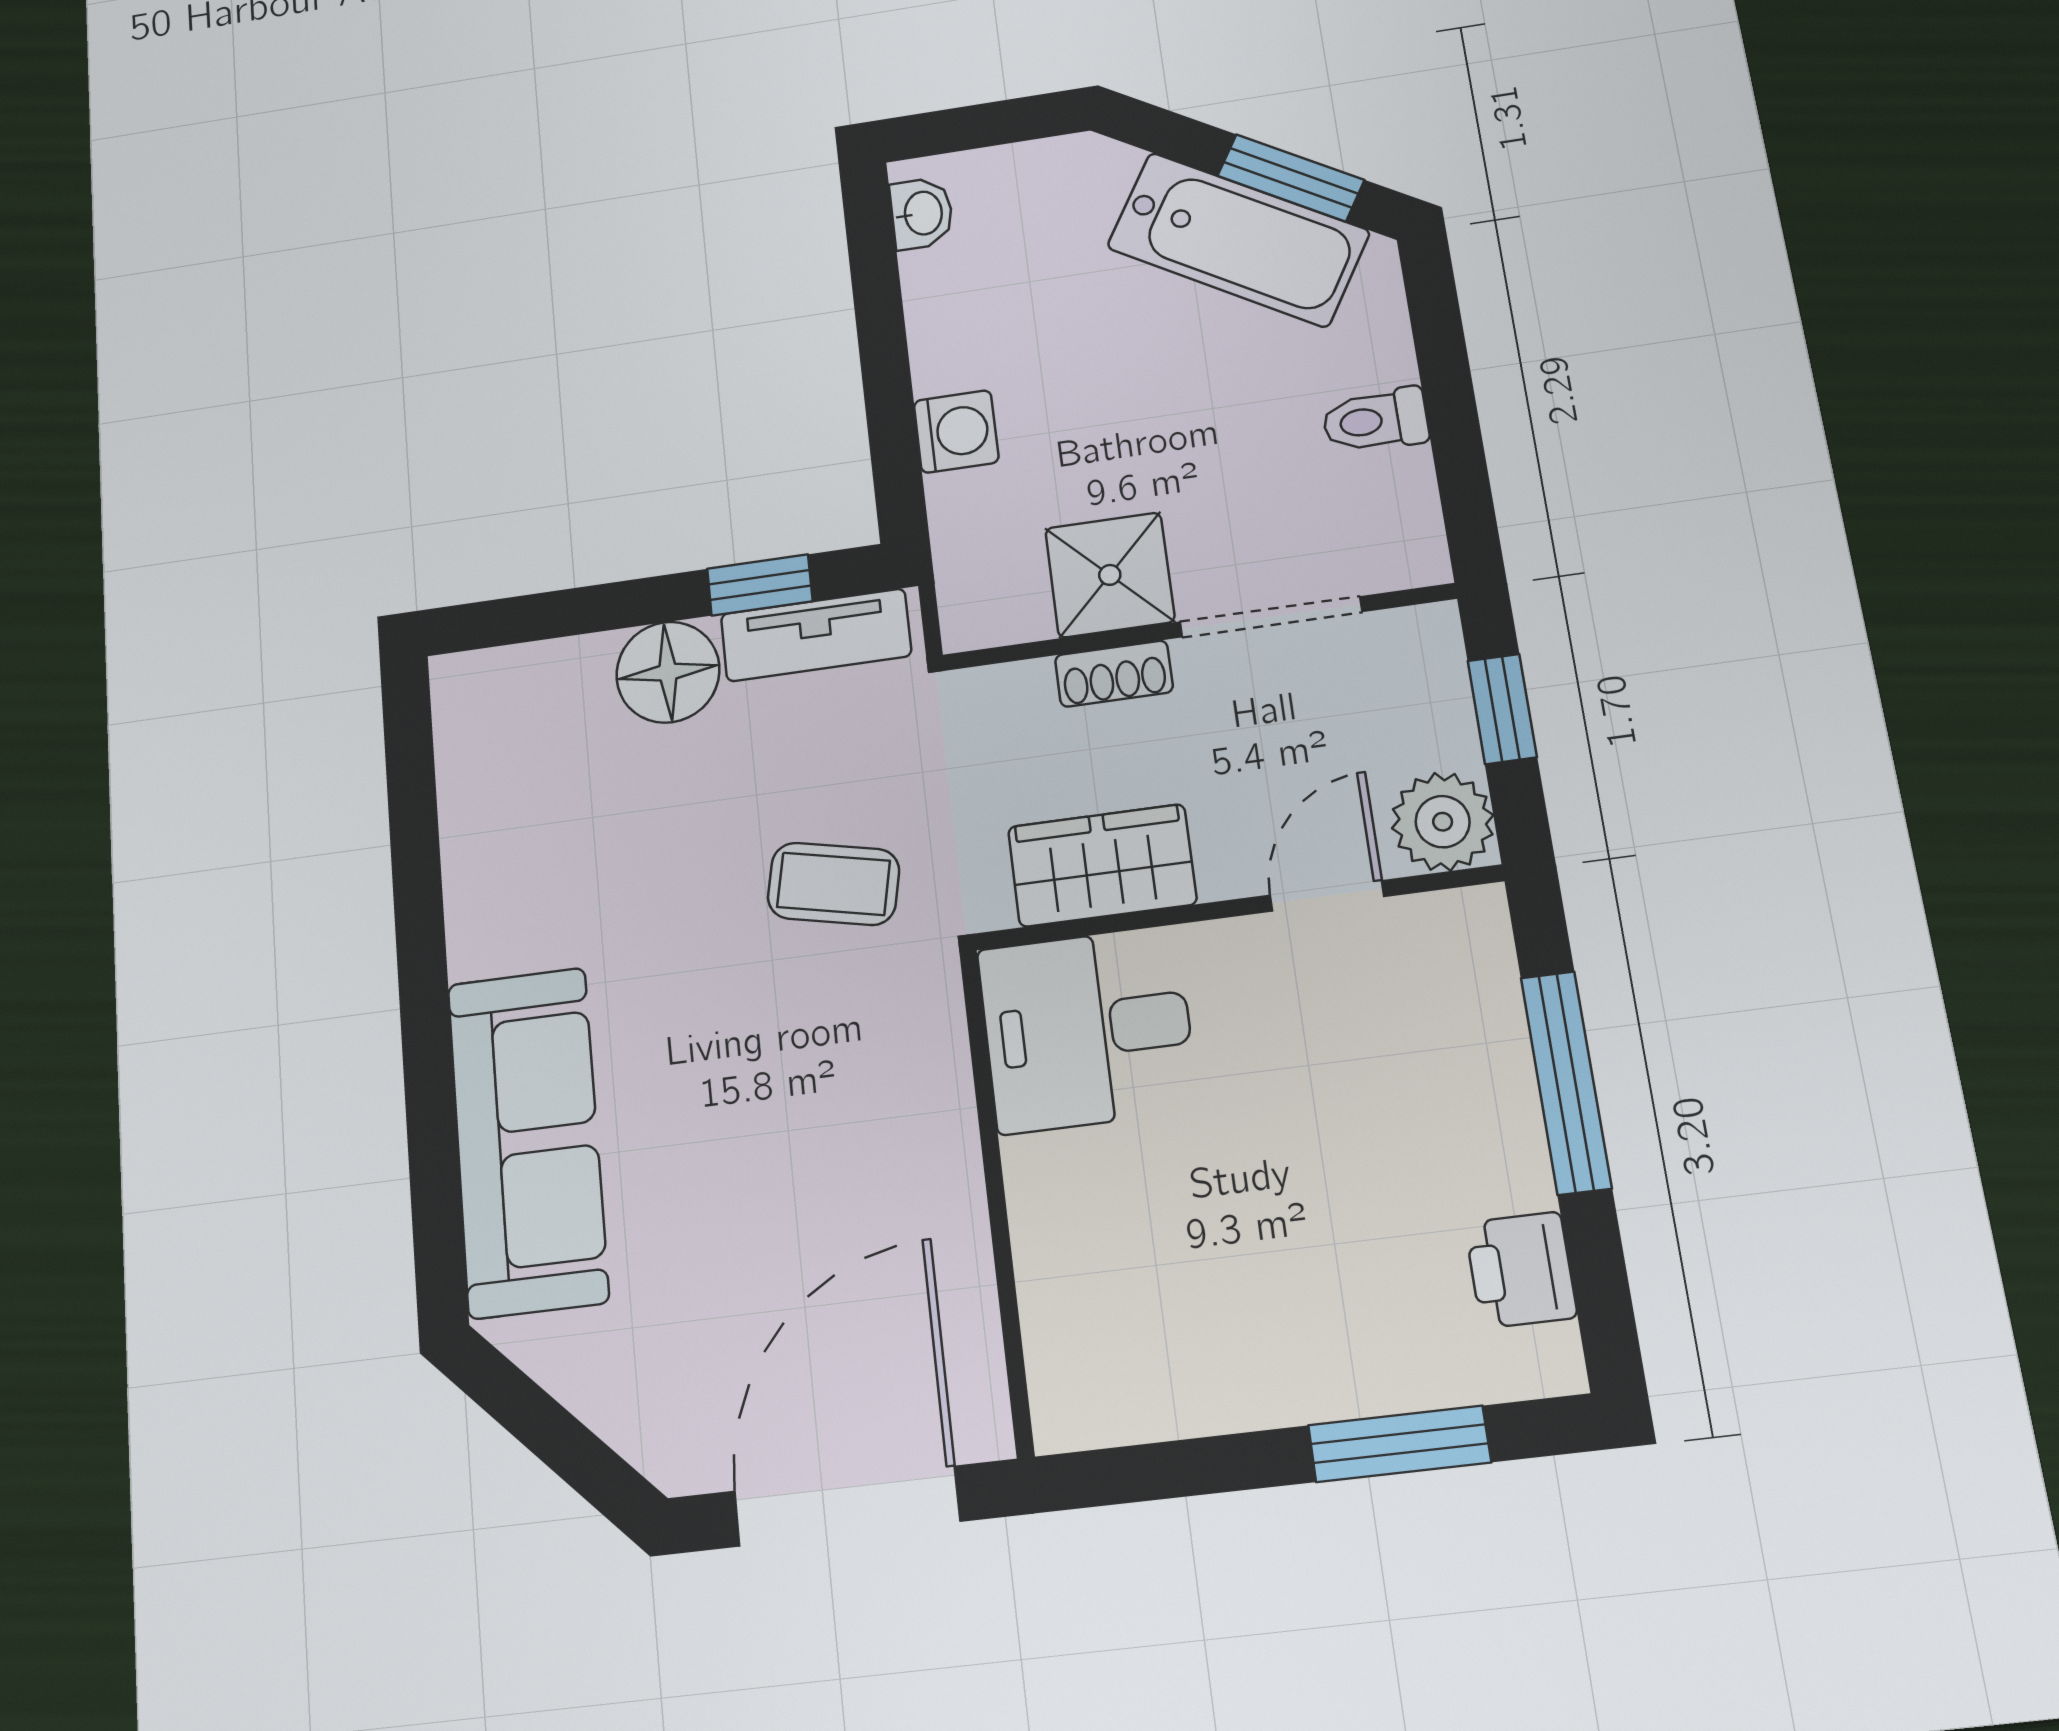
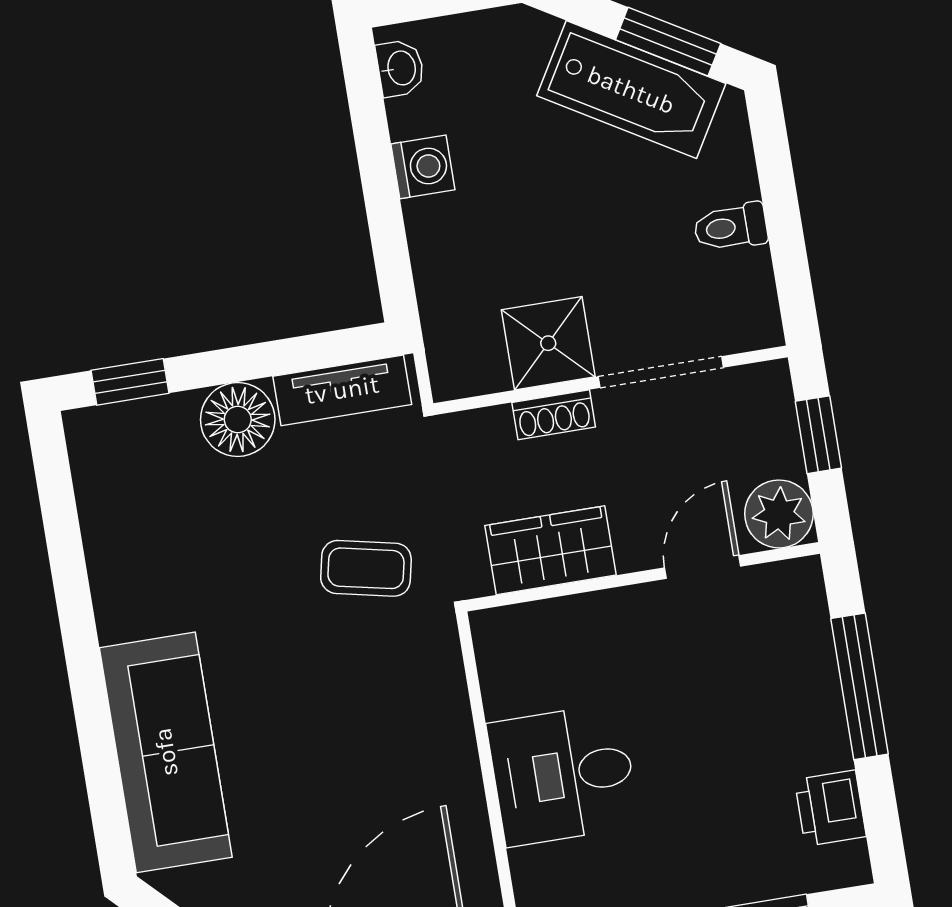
washing machine: (956, 432) -> (423, 167), moved
window: (760, 585) -> (130, 382), moved
desk: (1087, 1030) -> (563, 775), moved

